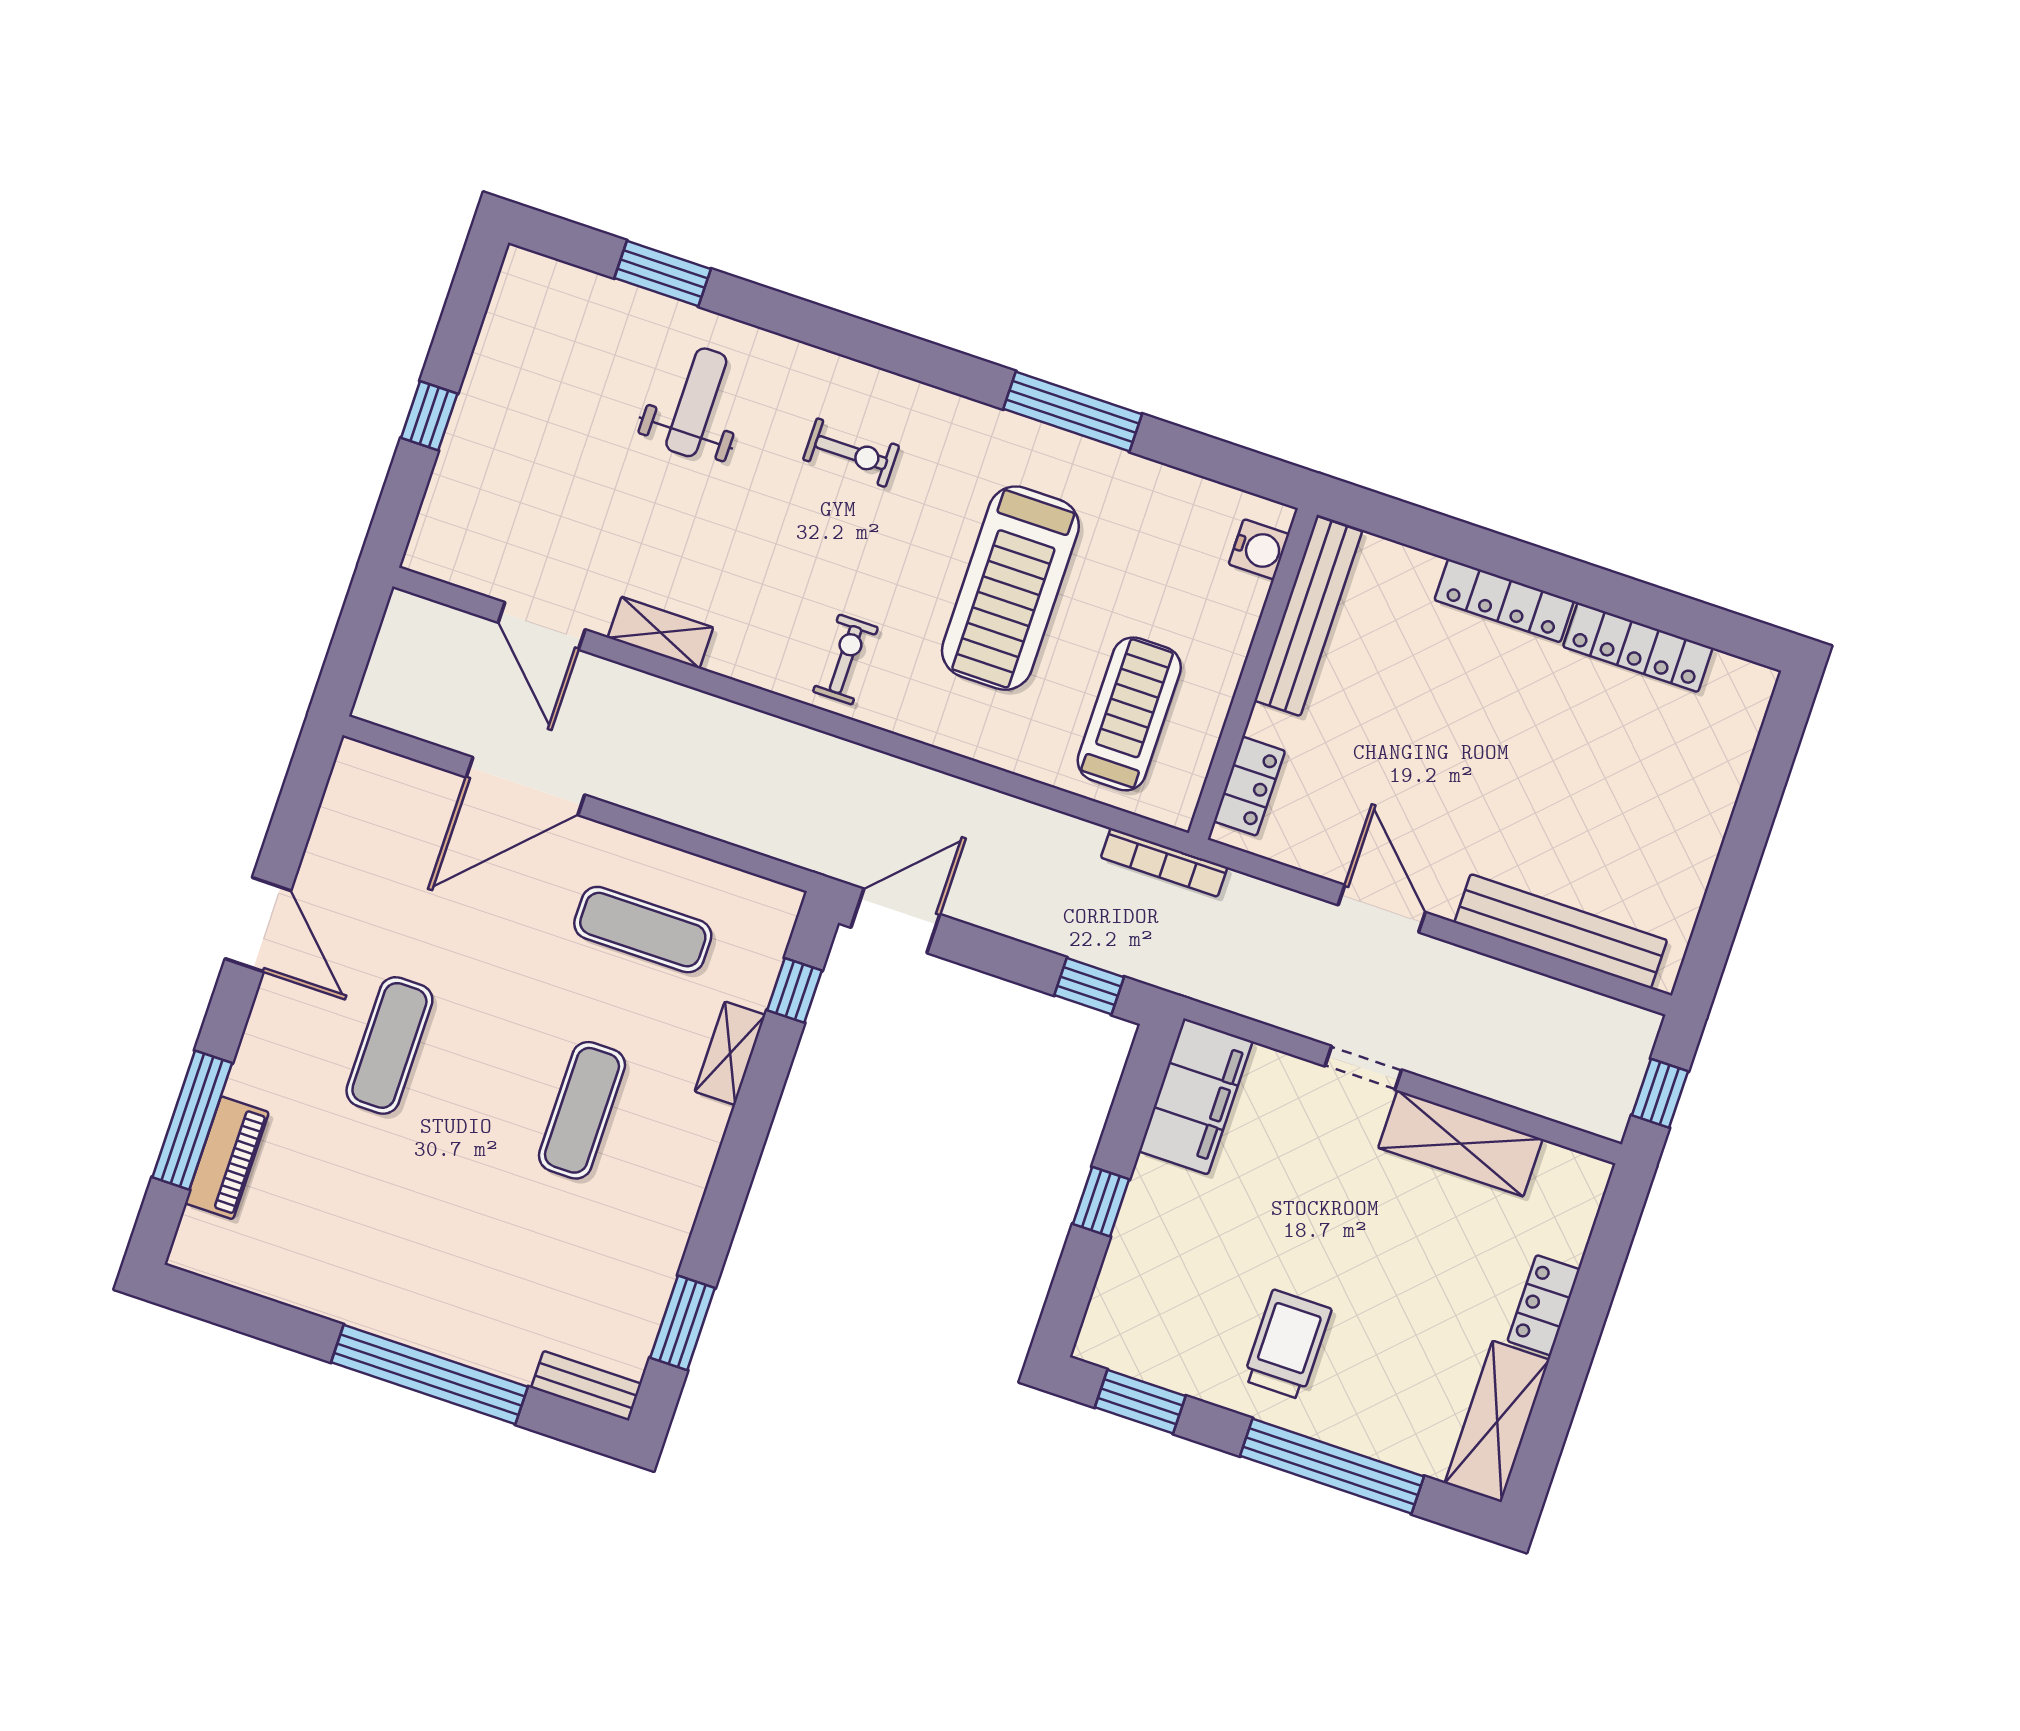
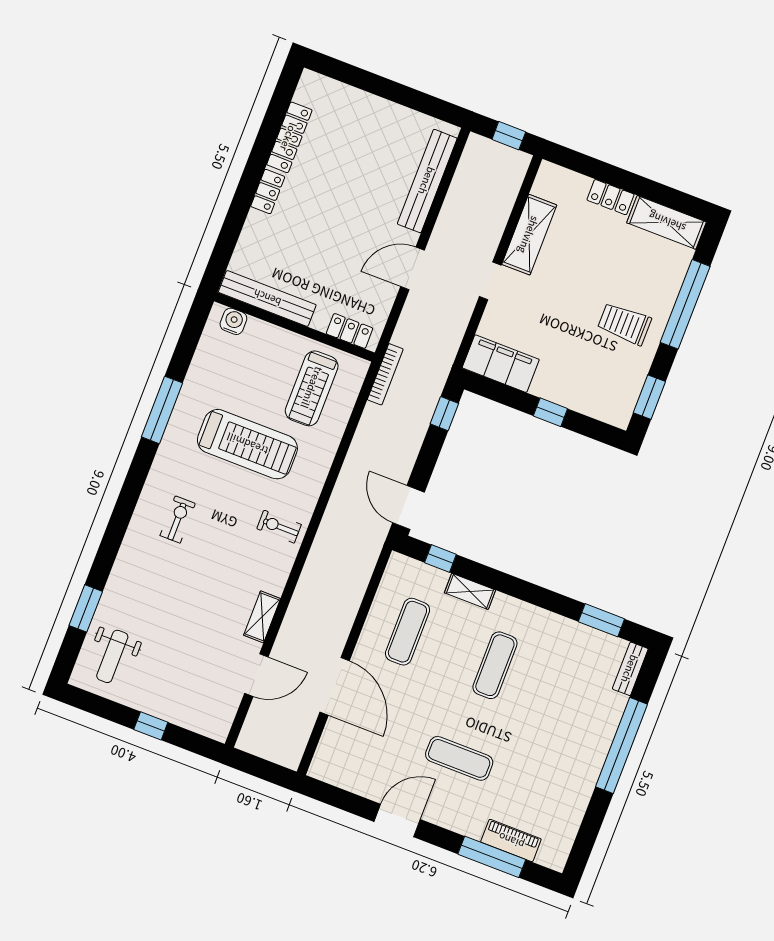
weight bench: (696, 402) -> (112, 656), moved, turned -90
locker: (1504, 601) -> (268, 191), width x0.66
treadmill: (1129, 714) -> (312, 388), turned -90
exercise mat: (582, 1110) -> (495, 665), turned 90

